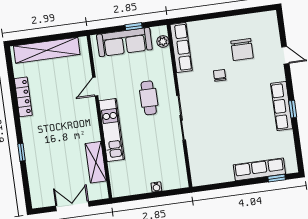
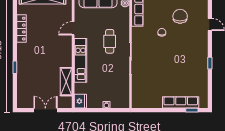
chair: (242, 49) -> (180, 16), turned 180
row of seats: (282, 106) -> (202, 60), removed
fridge: (119, 187) -> (80, 101), added

